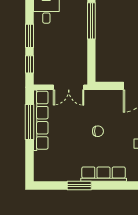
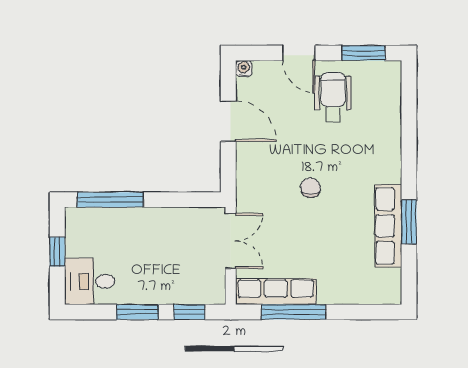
row of seats: (41, 120) -> (276, 292), width x0.73
row of seats: (104, 174) -> (388, 226), moved

